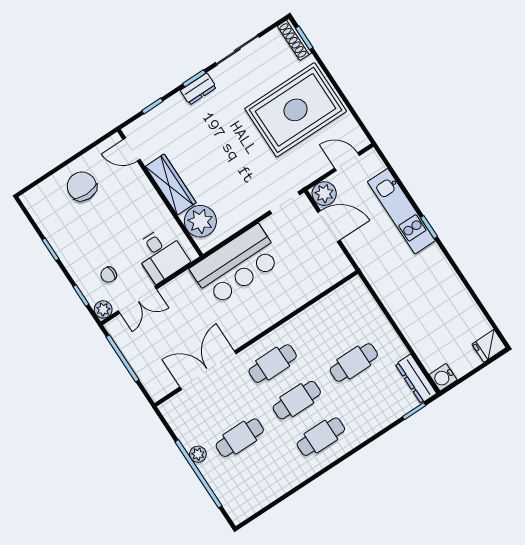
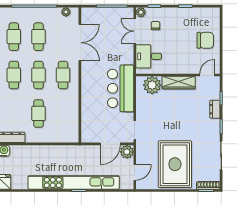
dresser: (198, 89) -> (215, 109), moved
kitchen unit: (401, 211) -> (74, 183), width x1.86
plant: (198, 454) -> (66, 12), moved
cafe table: (264, 474) -> (14, 37), added

